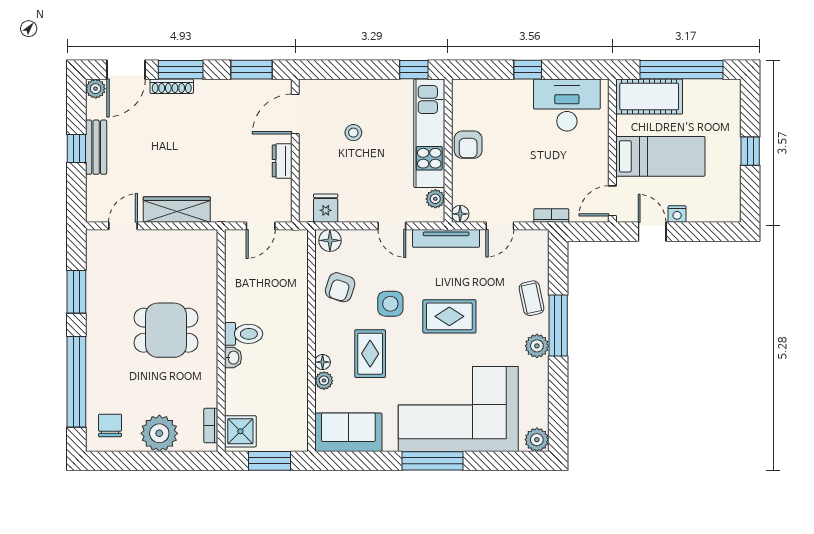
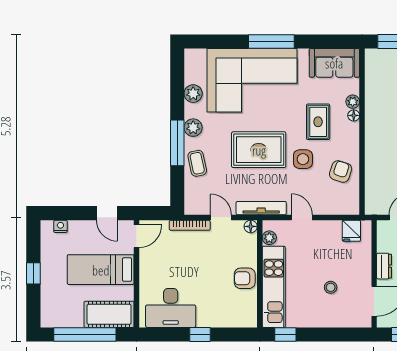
armchair: (468, 145) -> (245, 278), turned -90
nightstand: (677, 214) -> (60, 226), moved
bookcase: (551, 215) -> (190, 225), width x1.56
door: (500, 226) -> (221, 217), hinge flipped
floor lamp: (330, 240) -> (348, 207), removed
rug: (449, 316) -> (259, 150), width x1.36, depth x1.43
plant: (537, 440) -> (193, 94), moved

